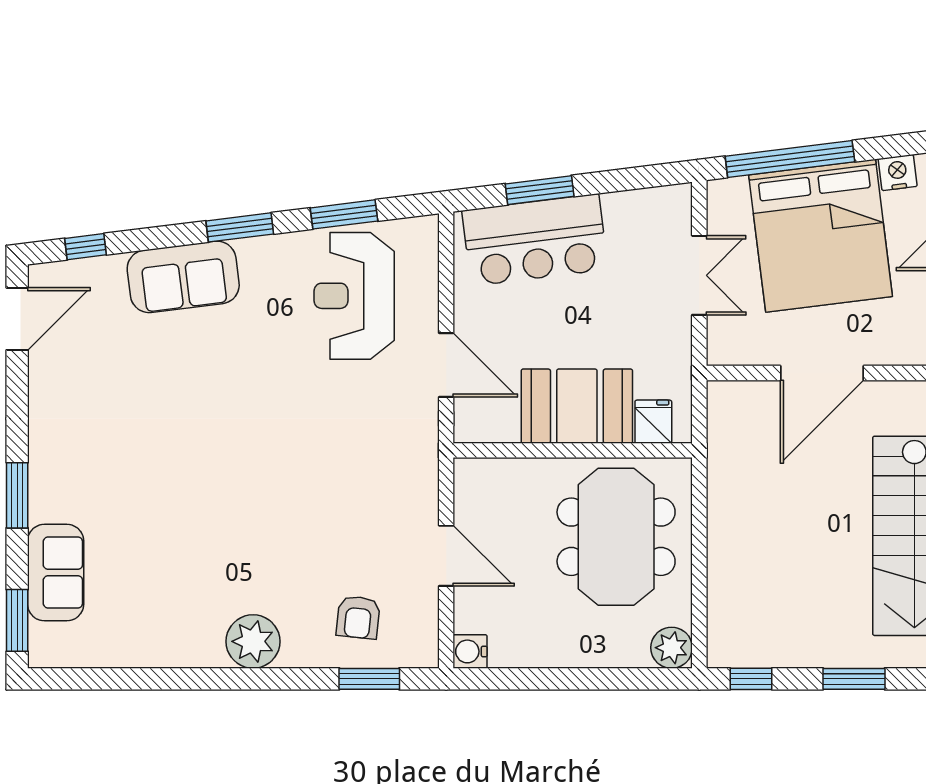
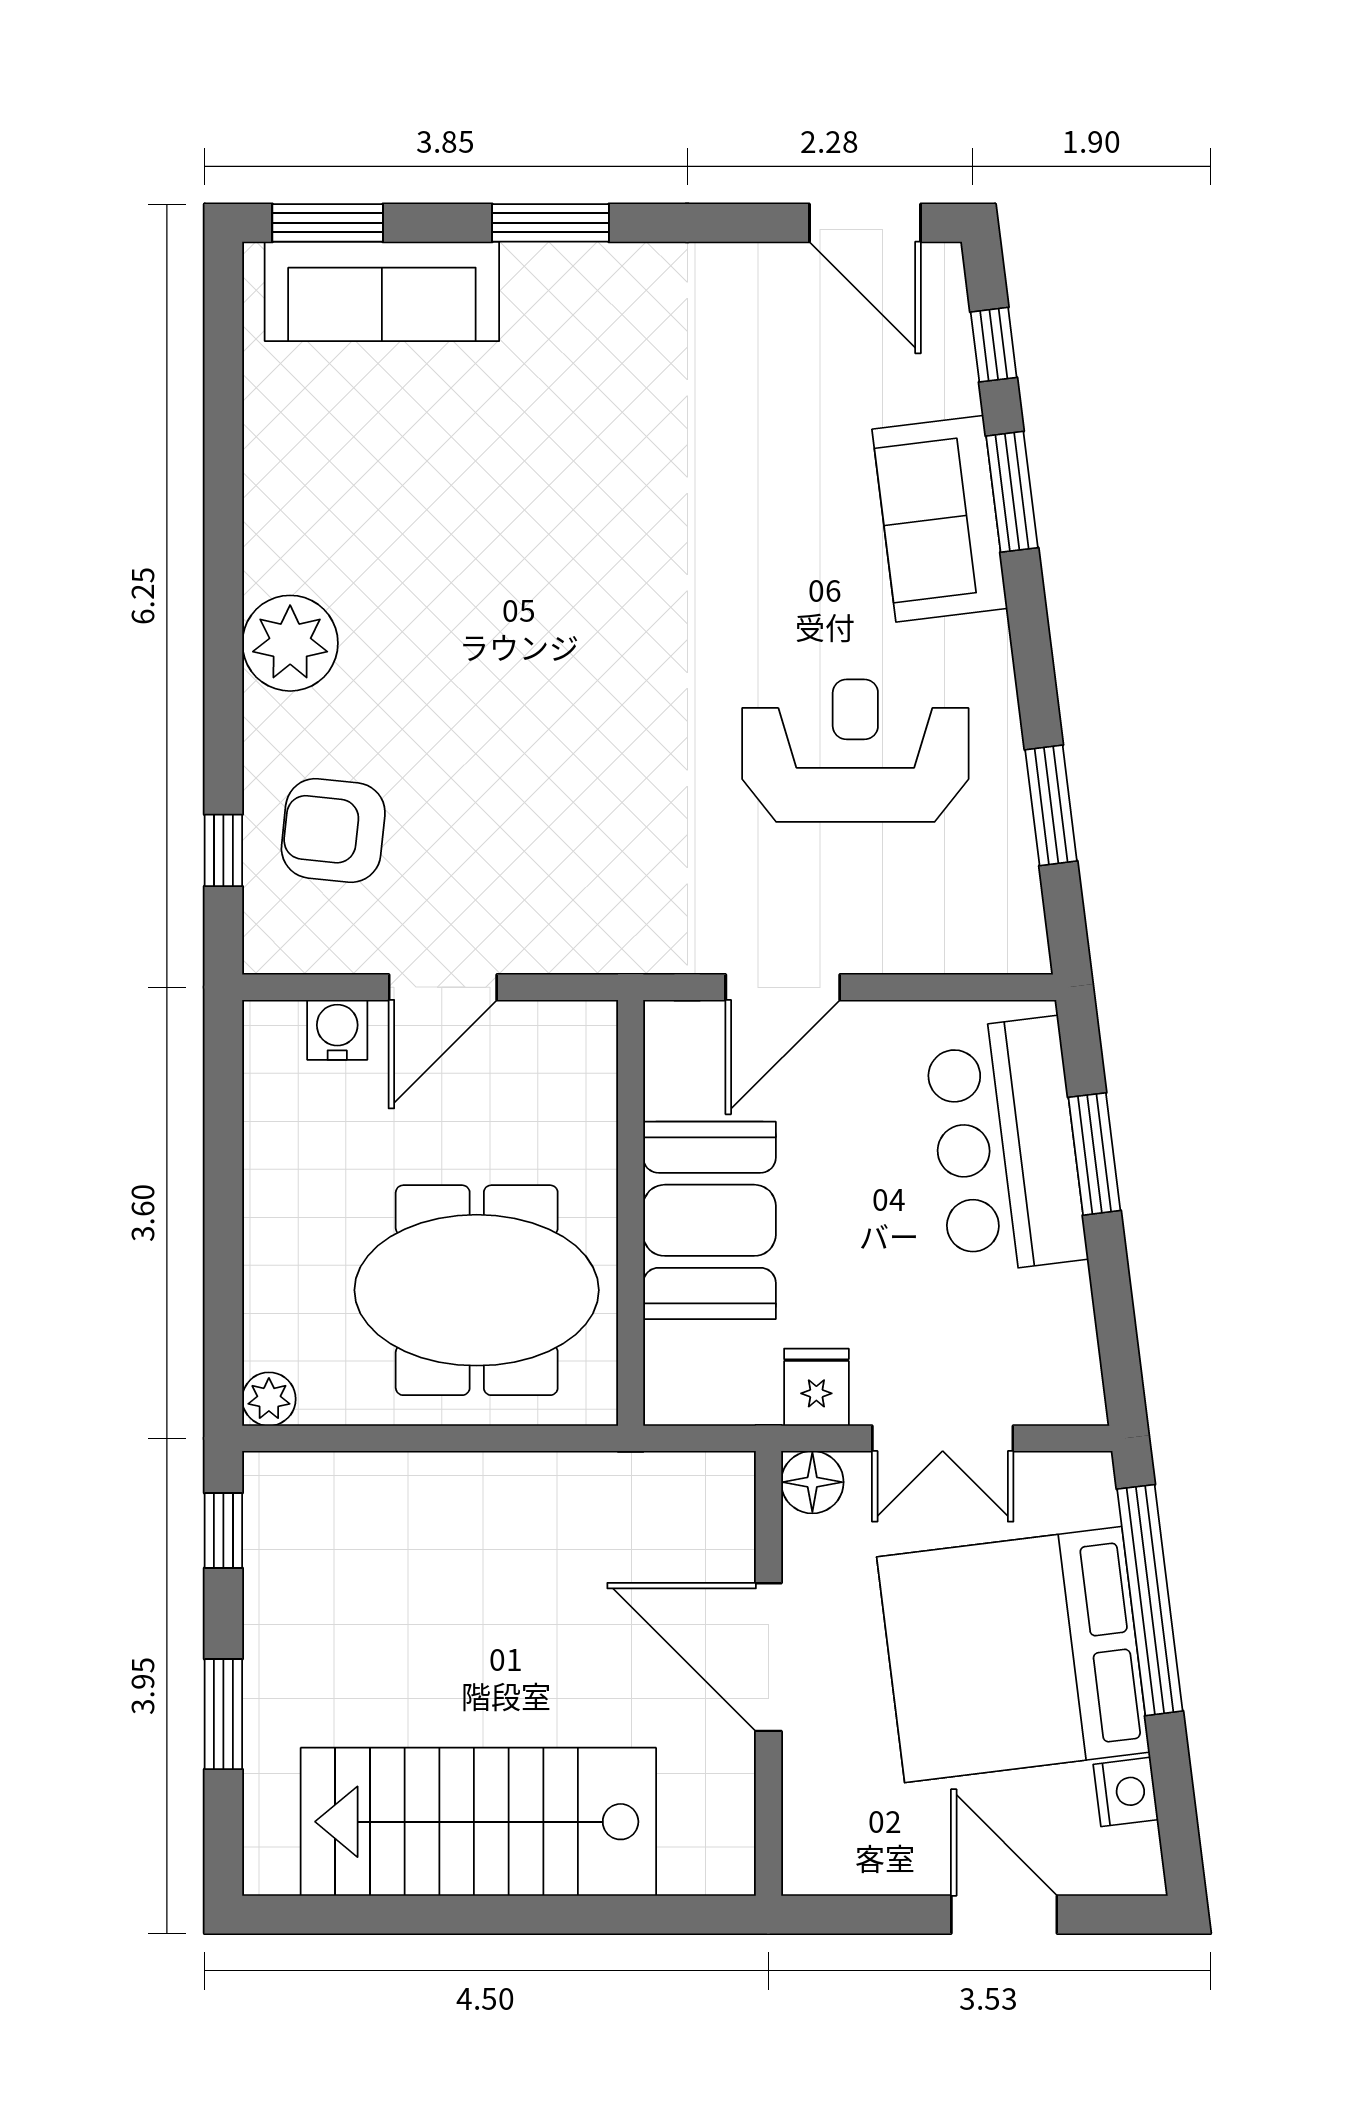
window: (240, 227) -> (1012, 492), moved
reception desk: (354, 296) -> (855, 751), moved
floor lamp: (724, 348) -> (812, 1482), added
fridge: (653, 422) -> (816, 1387), moved, turned -90
sofa: (56, 573) -> (382, 291), width x1.36
armchair: (358, 617) -> (333, 831), width x1.38, depth x1.38
plant: (672, 648) -> (269, 1399), width x0.73, depth x0.73
water cooler: (470, 651) -> (337, 1030), moved
window: (369, 679) -> (223, 850), width x0.67

